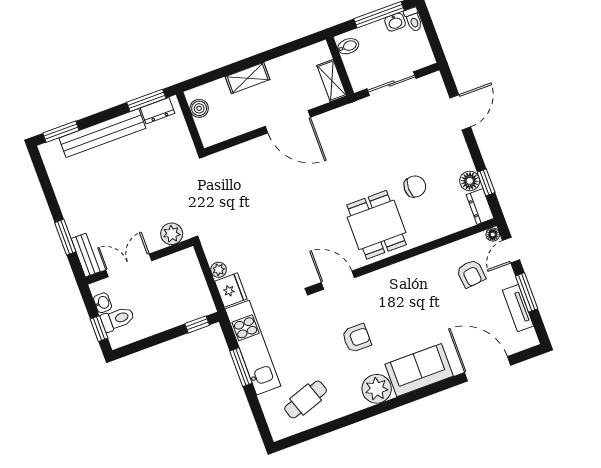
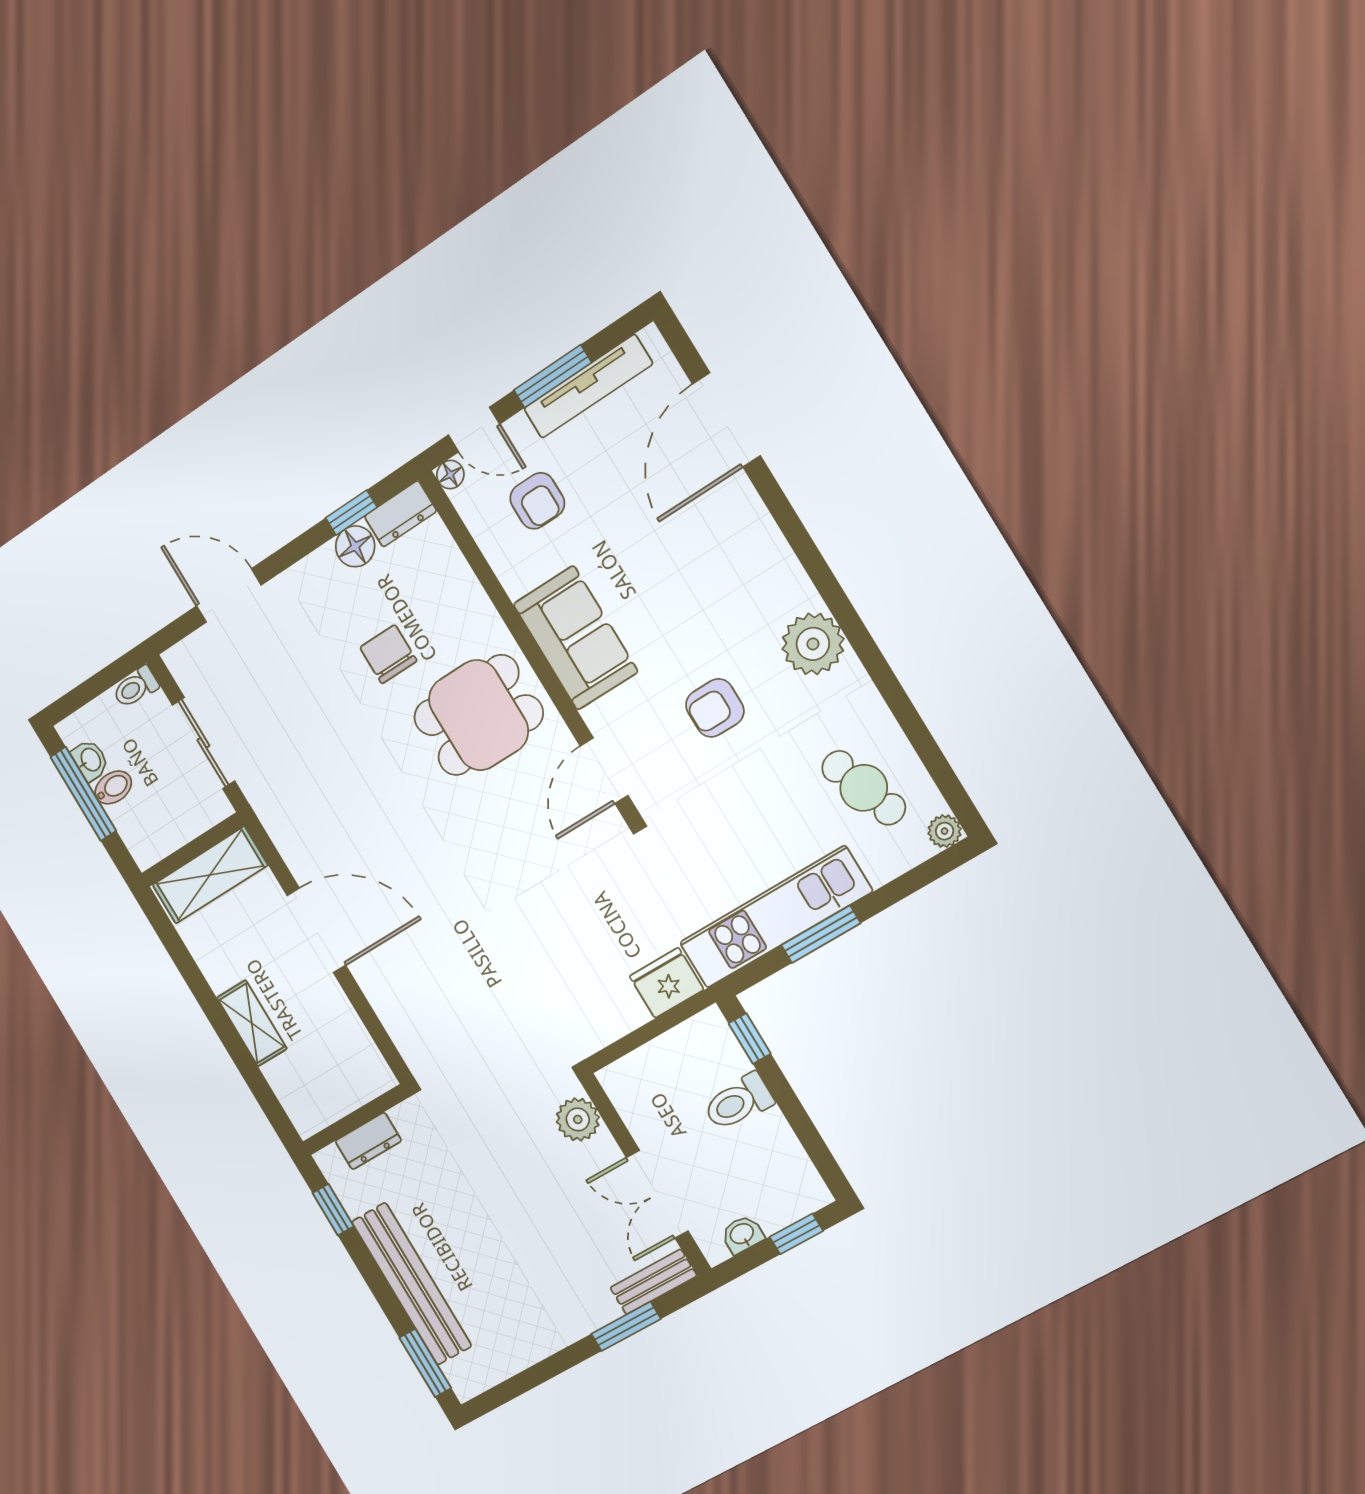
toilet: (413, 20) -> (136, 687), moved, turned 180
bidet: (348, 46) -> (113, 787), moved, turned 90
shelving: (332, 81) -> (210, 875), width x1.50, depth x1.33
window: (146, 100) -> (333, 1210), width x0.67
boiler: (199, 108) -> (327, 1106), removed
dresser: (157, 111) -> (368, 1141), moved, turned 90
door: (288, 122) -> (316, 930), hinge flipped
plant: (219, 270) -> (945, 831), moved
armchair: (471, 274) -> (537, 501), turned 96
tv unit: (518, 308) -> (588, 386), width x1.41
toilet: (118, 319) -> (738, 1102), moved, turned -90
armchair: (357, 338) -> (715, 708), turned -90
sofa: (419, 370) -> (575, 638), moved, turned 180

